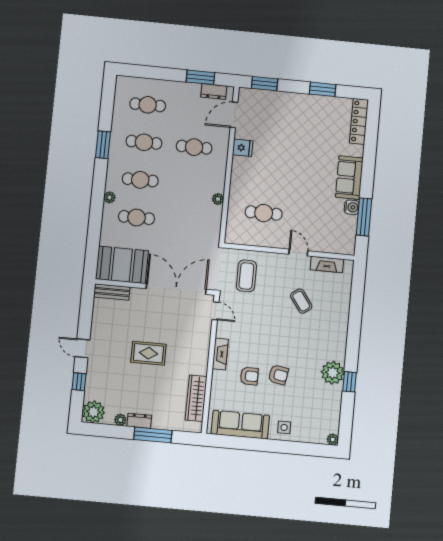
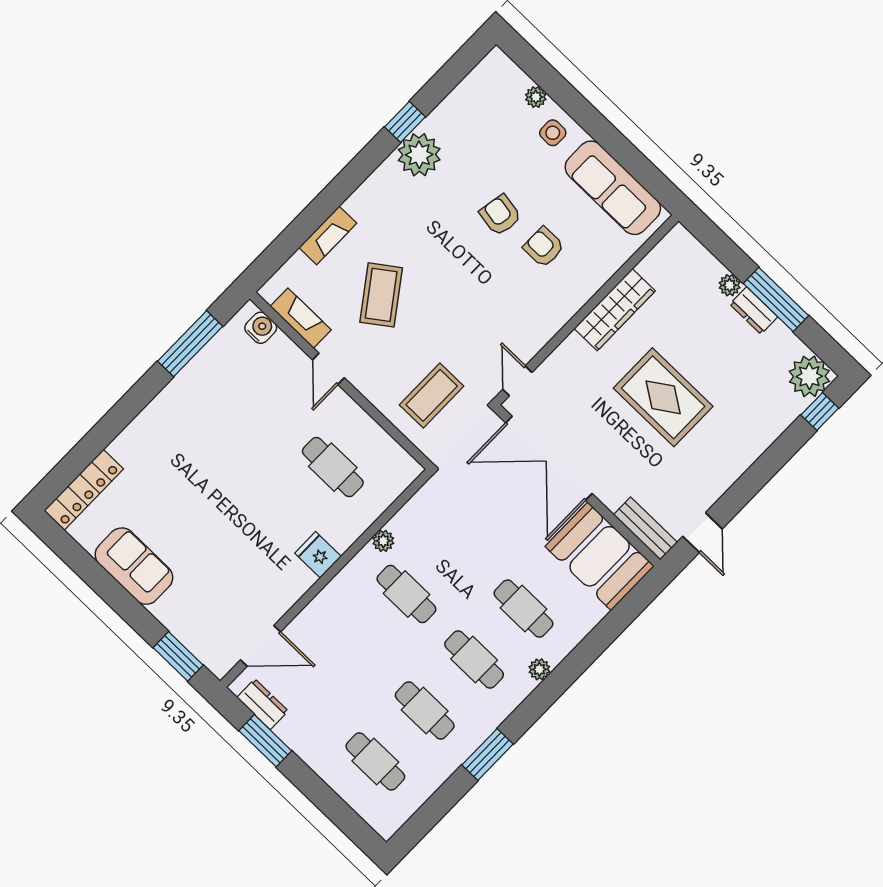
window: (323, 89) -> (99, 580), removed
cafe table: (194, 147) -> (406, 594), moved
fridge: (243, 148) -> (318, 555), moved
sofa: (349, 178) -> (134, 566), moved, turned -90
water cooler: (352, 207) -> (261, 328), moved, turned 90
coffee table: (301, 301) -> (381, 295), width x1.36, depth x1.30
door: (82, 348) -> (703, 533), moved
rug: (148, 353) -> (663, 397), width x1.36, depth x1.43
fireplace: (220, 354) -> (328, 235), moved, turned 180
window: (79, 382) -> (820, 412), moved
wardrobe: (196, 398) -> (615, 310), moved
plant: (120, 420) -> (730, 285), moved
window: (153, 435) -> (776, 299), moved
plant: (333, 439) -> (536, 97), moved

